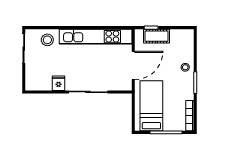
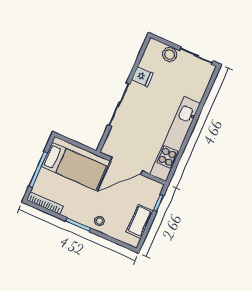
cot: (157, 36) -> (140, 221), moved
stool: (47, 40) -> (170, 55), moved
door: (133, 65) -> (126, 166), hinge flipped

